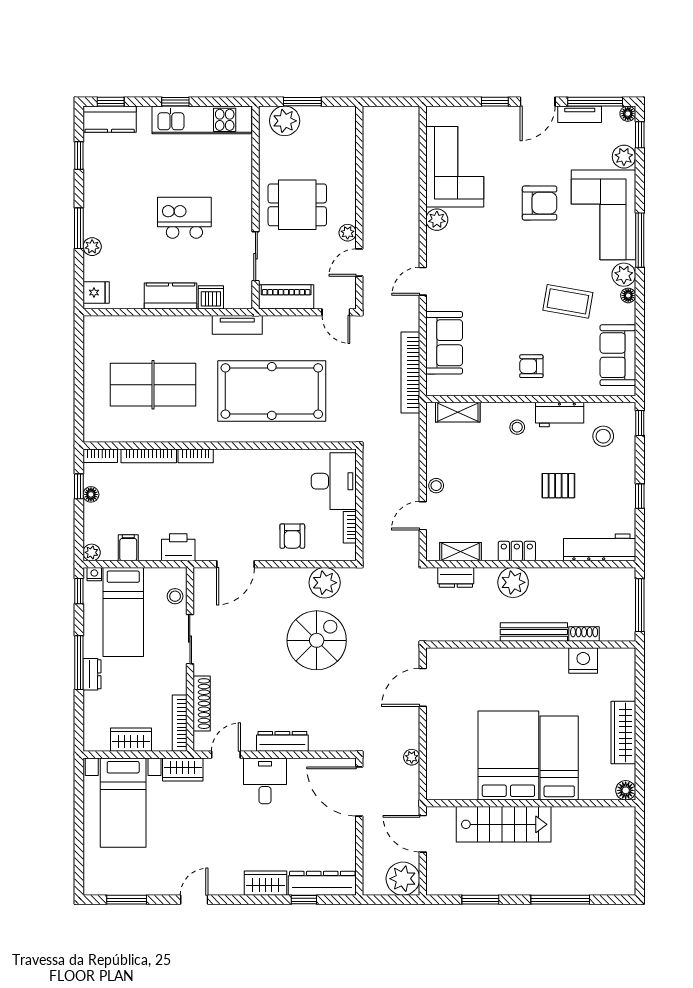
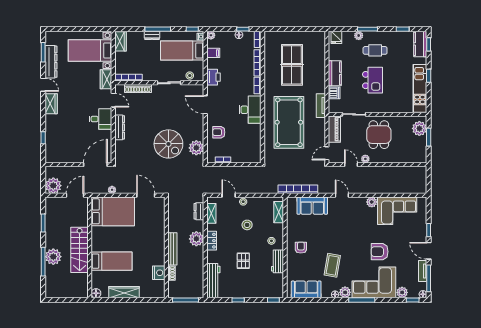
armchair: (540, 203) -> (380, 252), turned 90
cafe table: (123, 213) -> (375, 50), added
stool: (603, 436) -> (247, 225), moved
desk: (334, 481) -> (250, 110), moved, turned -90
wardrobe: (131, 740) -> (120, 41), moved
bed: (508, 755) -> (113, 211), moved
stairs: (504, 824) -> (80, 250), moved
plant: (550, 879) -> (53, 257), added
wardrobe: (266, 883) -> (51, 104), moved
dresser: (322, 883) -> (51, 62), moved

